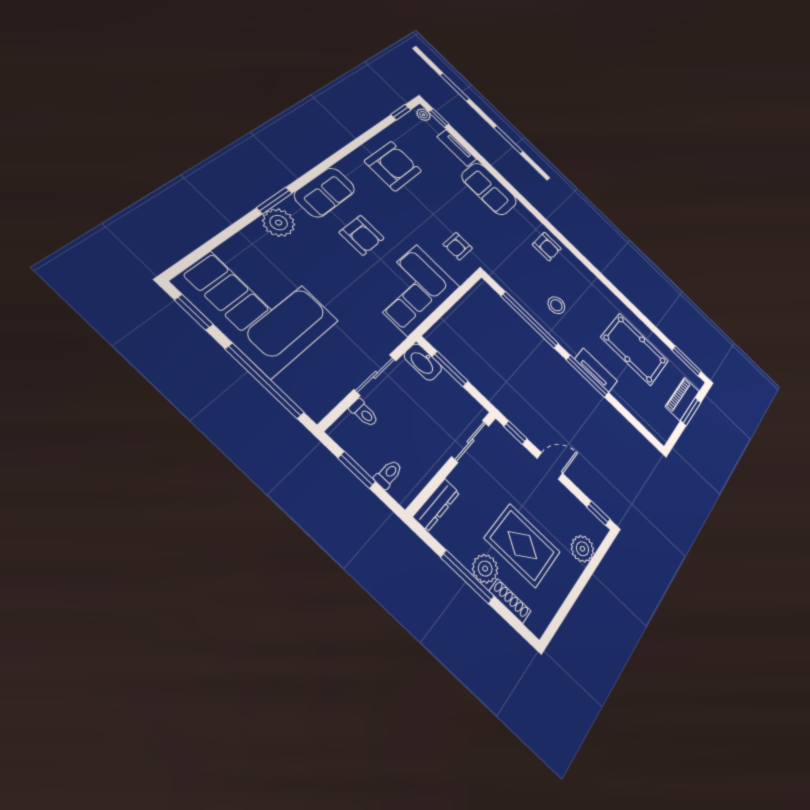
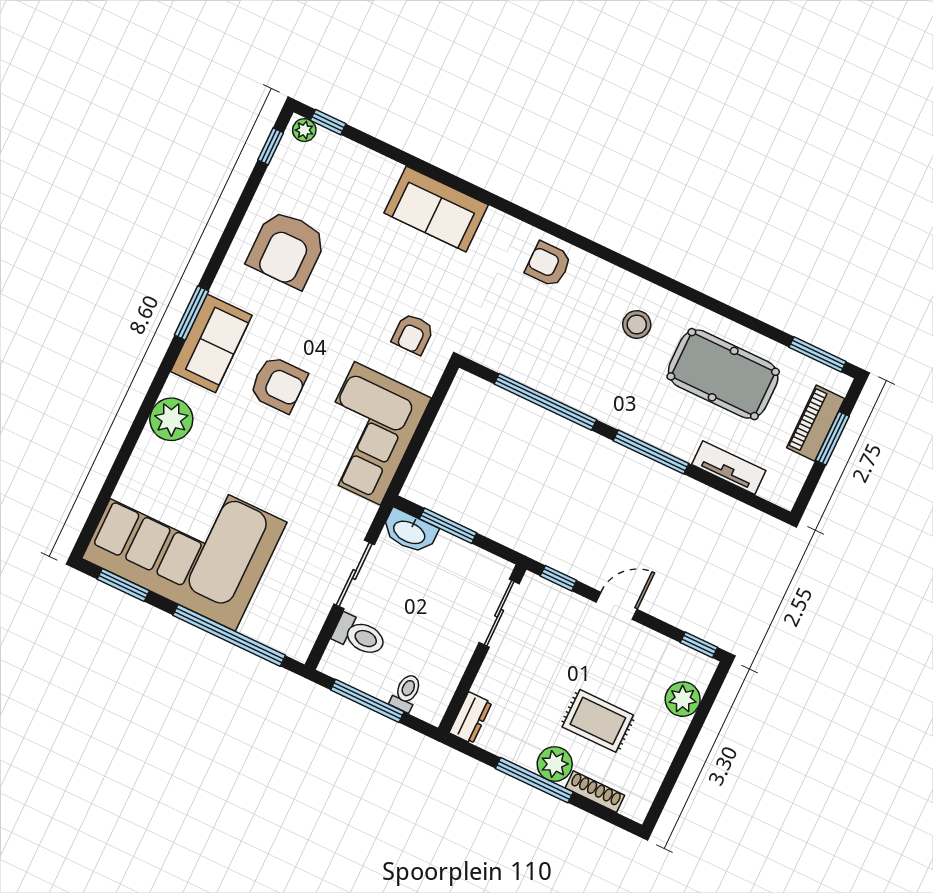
tv unit: (457, 148) -> (369, 162), removed
armchair: (393, 166) -> (287, 249), turned 180
window: (274, 200) -> (192, 313), moved
armchair: (547, 246) -> (548, 264), turned 180
stool: (556, 305) -> (637, 324), moved
tv unit: (596, 370) -> (729, 468), moved
toilet: (364, 413) -> (359, 636), width x1.37, depth x1.39
window: (357, 470) -> (367, 701), width x1.44
dresser: (436, 505) -> (471, 718), width x0.70
rug: (522, 545) -> (598, 721), width x0.73, depth x0.70

